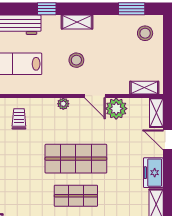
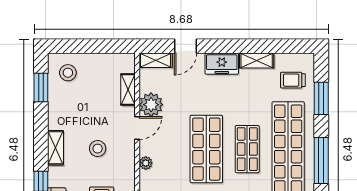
shelving: (144, 88) -> (128, 89), moved

